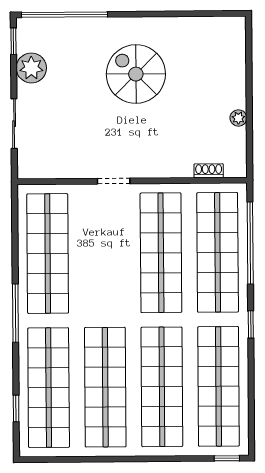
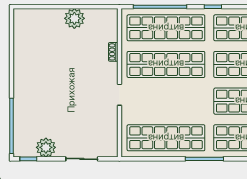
spiral stairs: (136, 74) -> (50, 80), removed
plant: (238, 118) -> (74, 18), width x1.87, depth x1.87
shoe rack: (209, 171) -> (113, 52), moved

